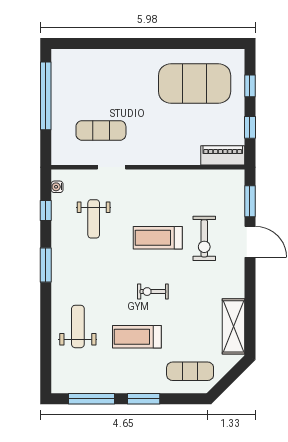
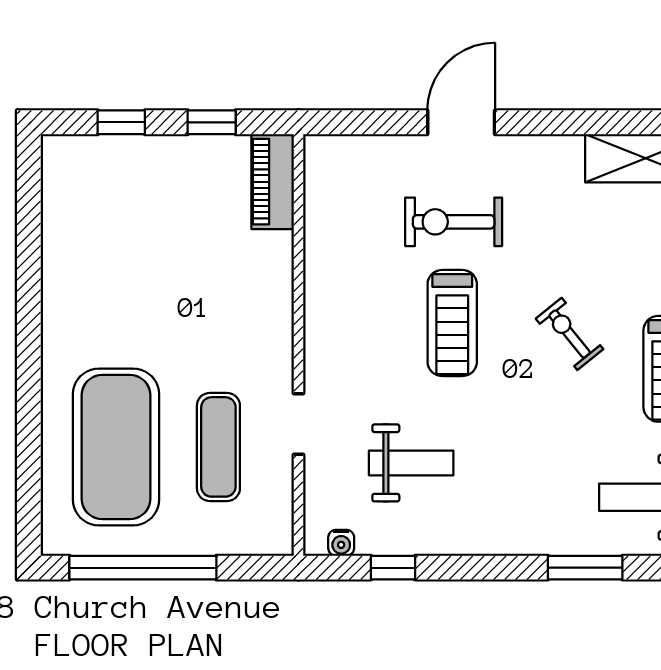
exercise mat: (195, 84) -> (116, 447), moved
window: (250, 201) -> (373, 122), removed
exercise bike: (204, 238) -> (454, 222), turned 180
window: (46, 265) -> (585, 568), moved
exercise bike: (153, 292) -> (570, 334), turned 141

